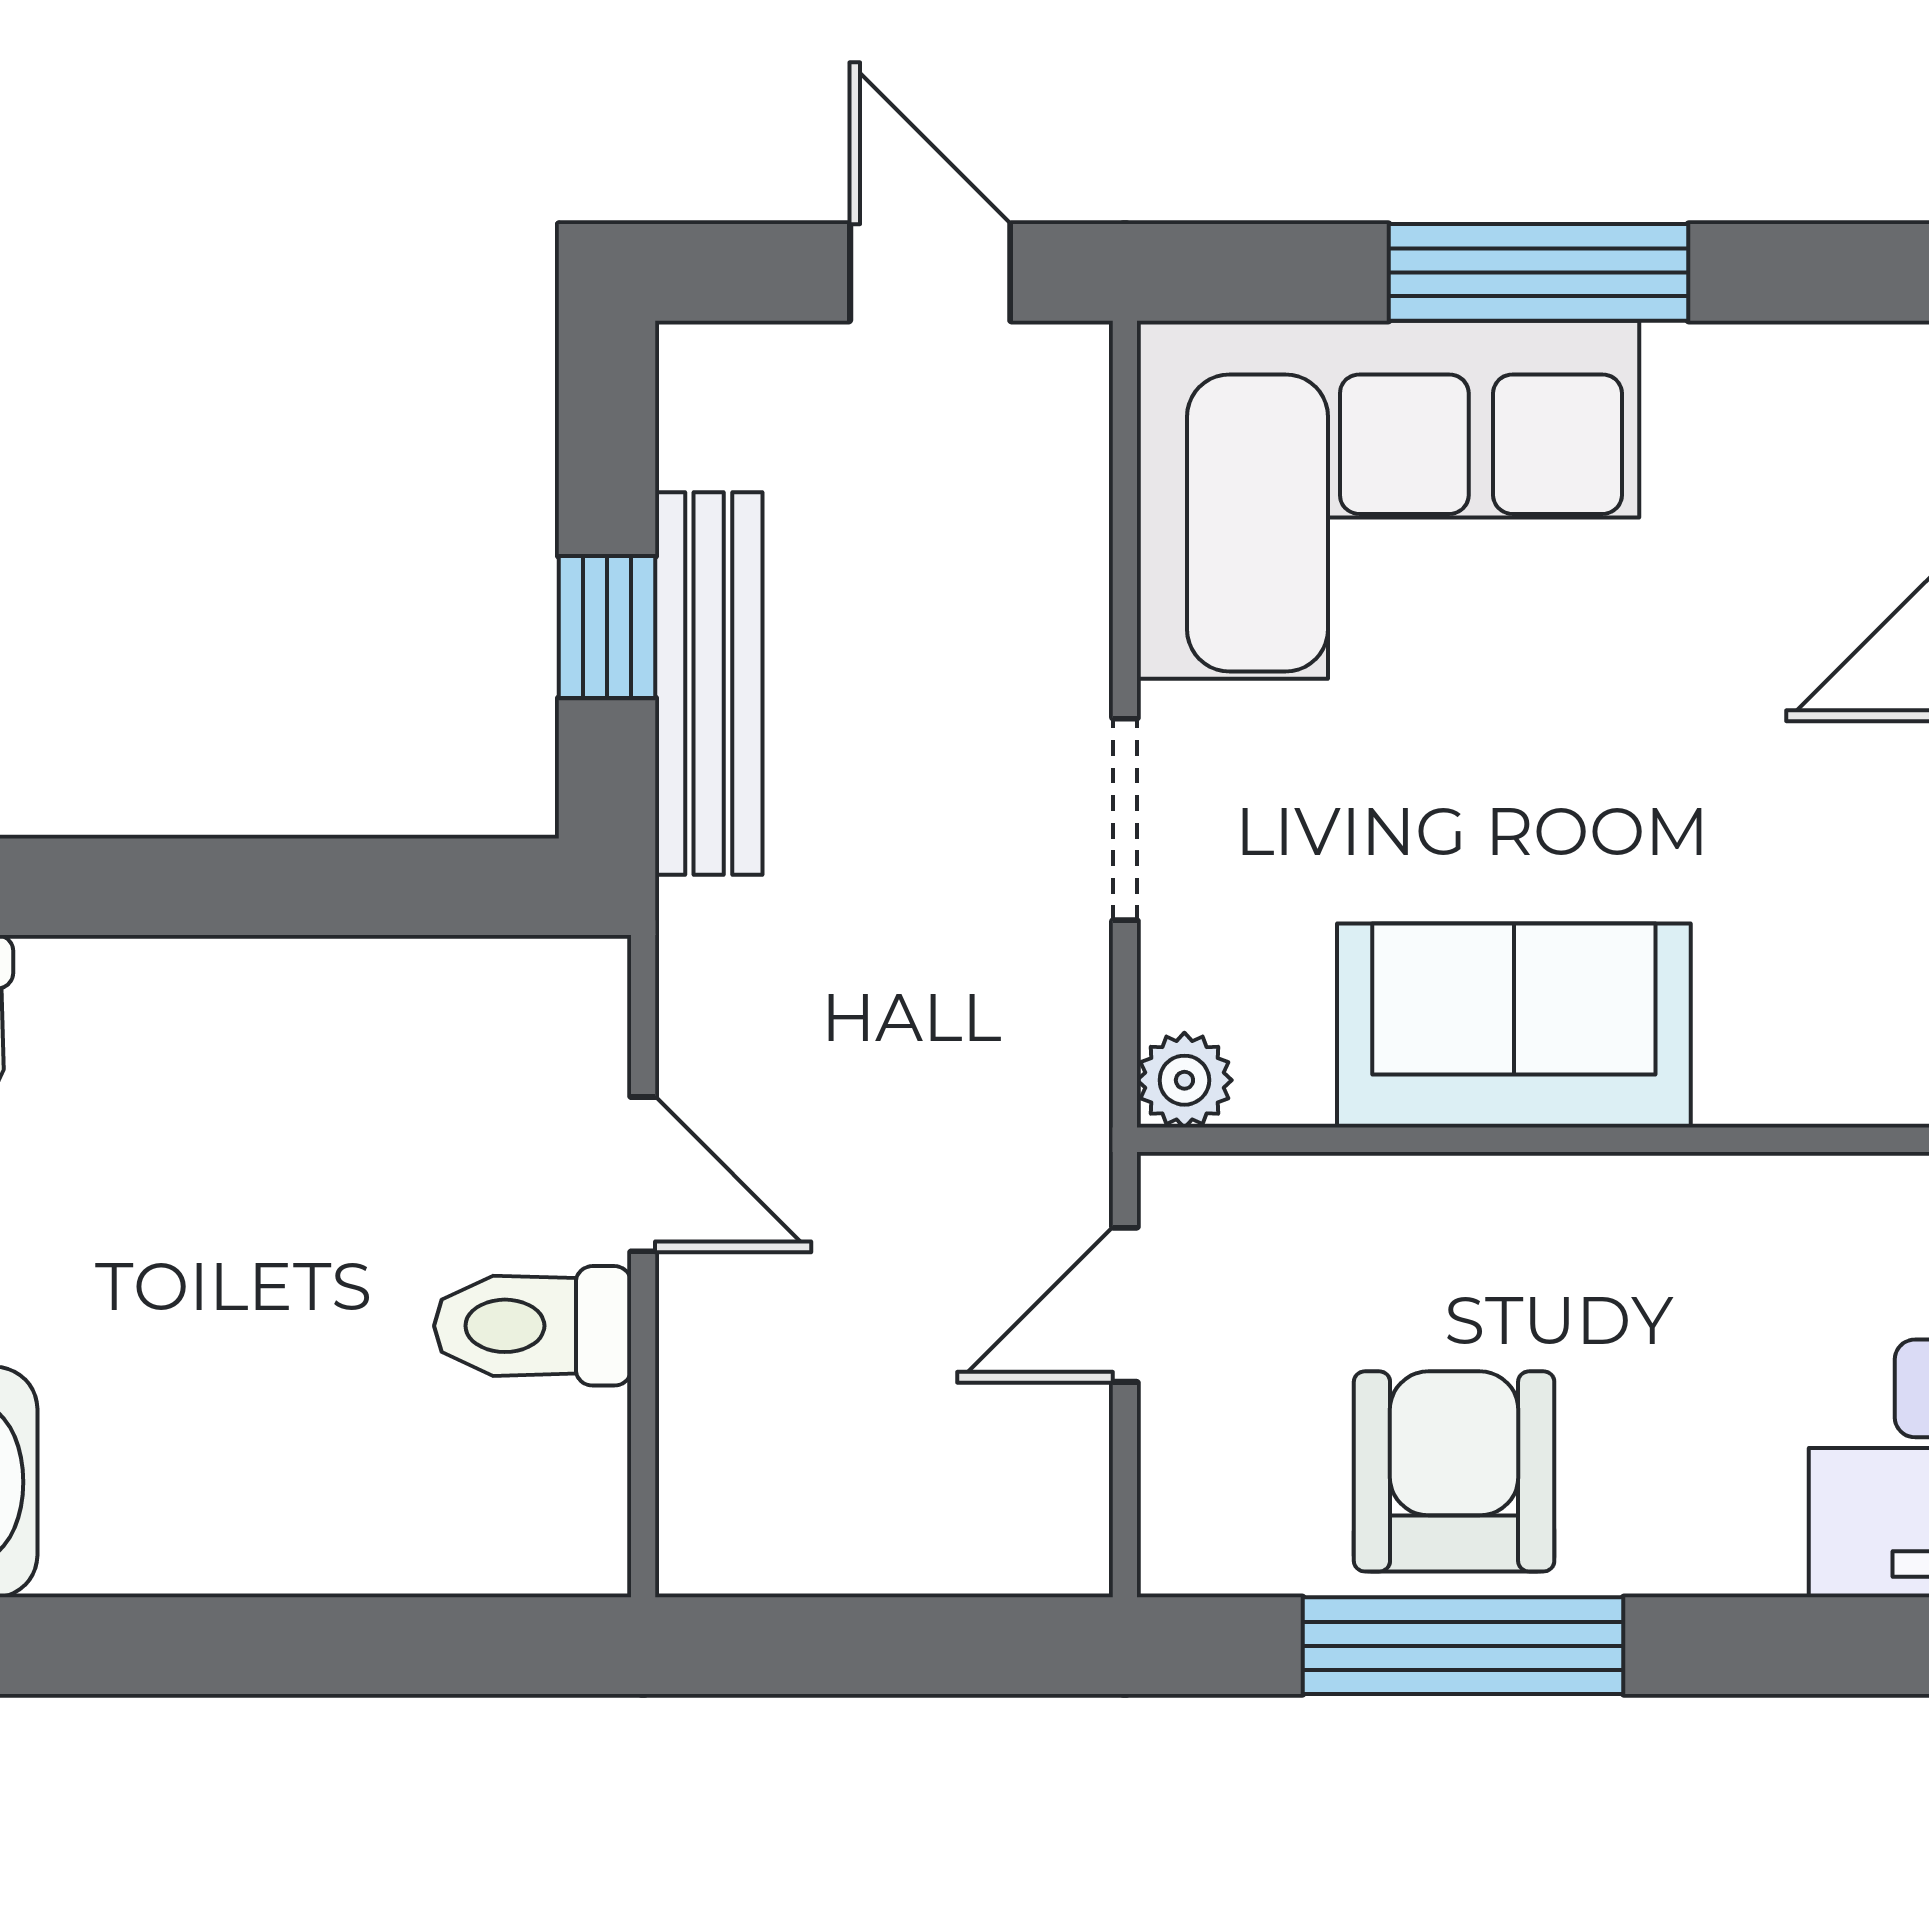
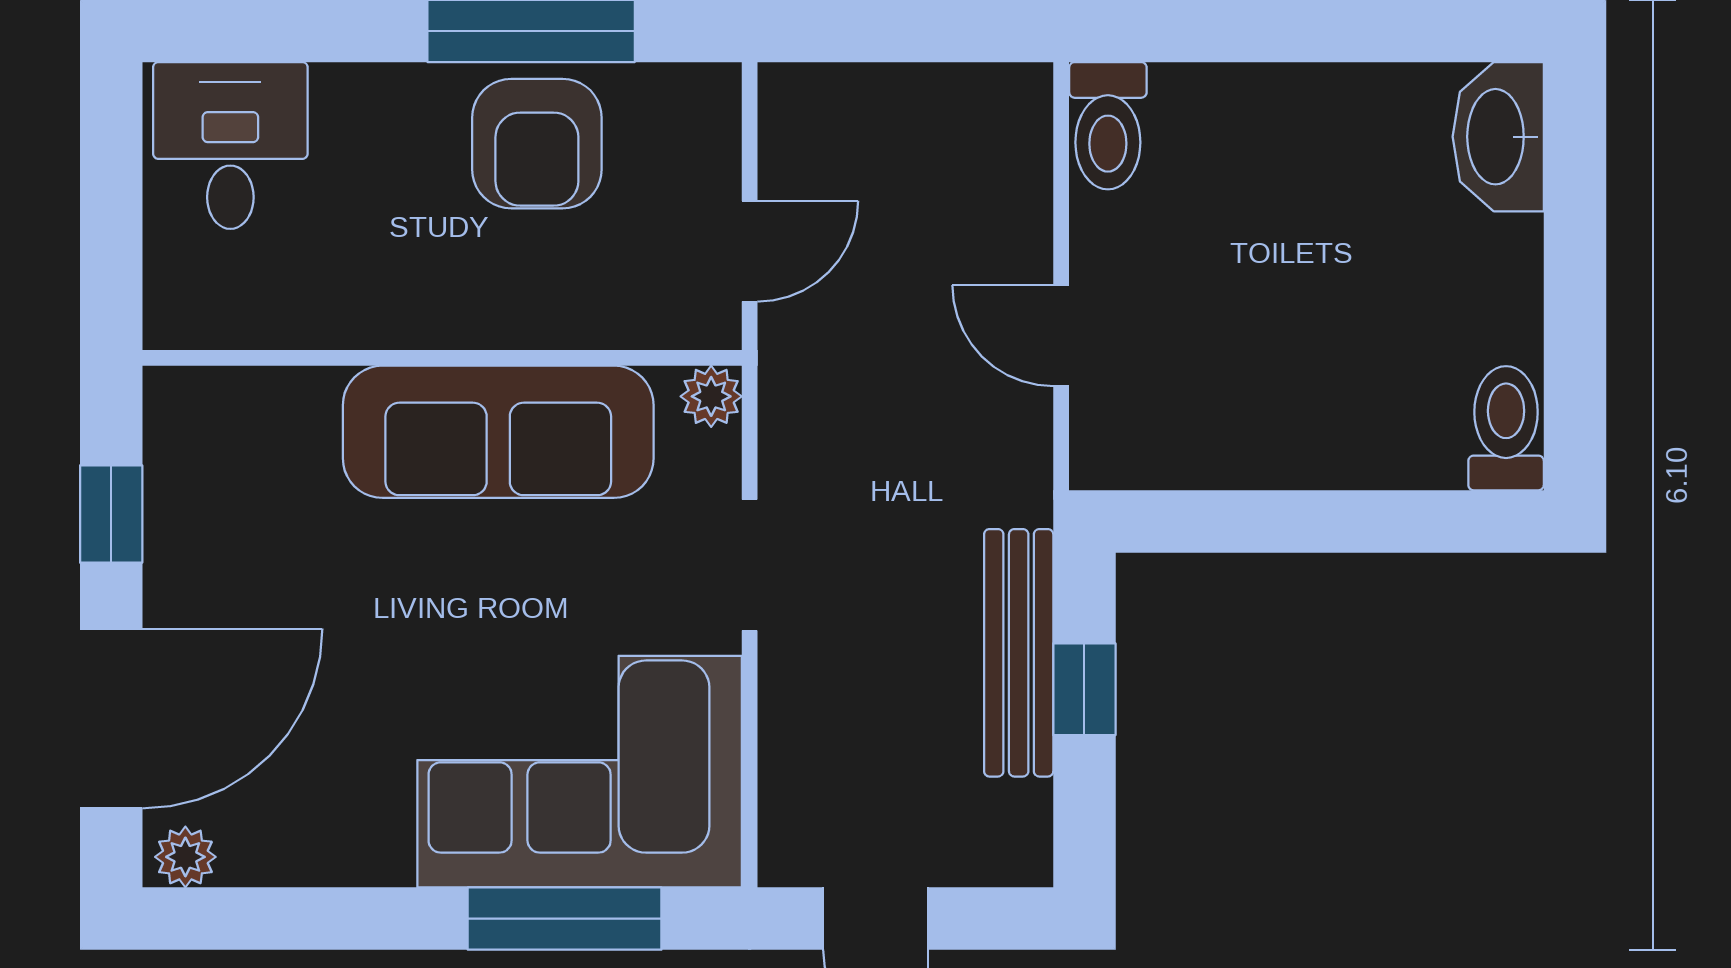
window: (1538, 272) -> (565, 919), moved
sofa: (1514, 1025) -> (498, 432), width x1.36
toilet: (533, 1326) -> (1108, 126), moved, turned 90

